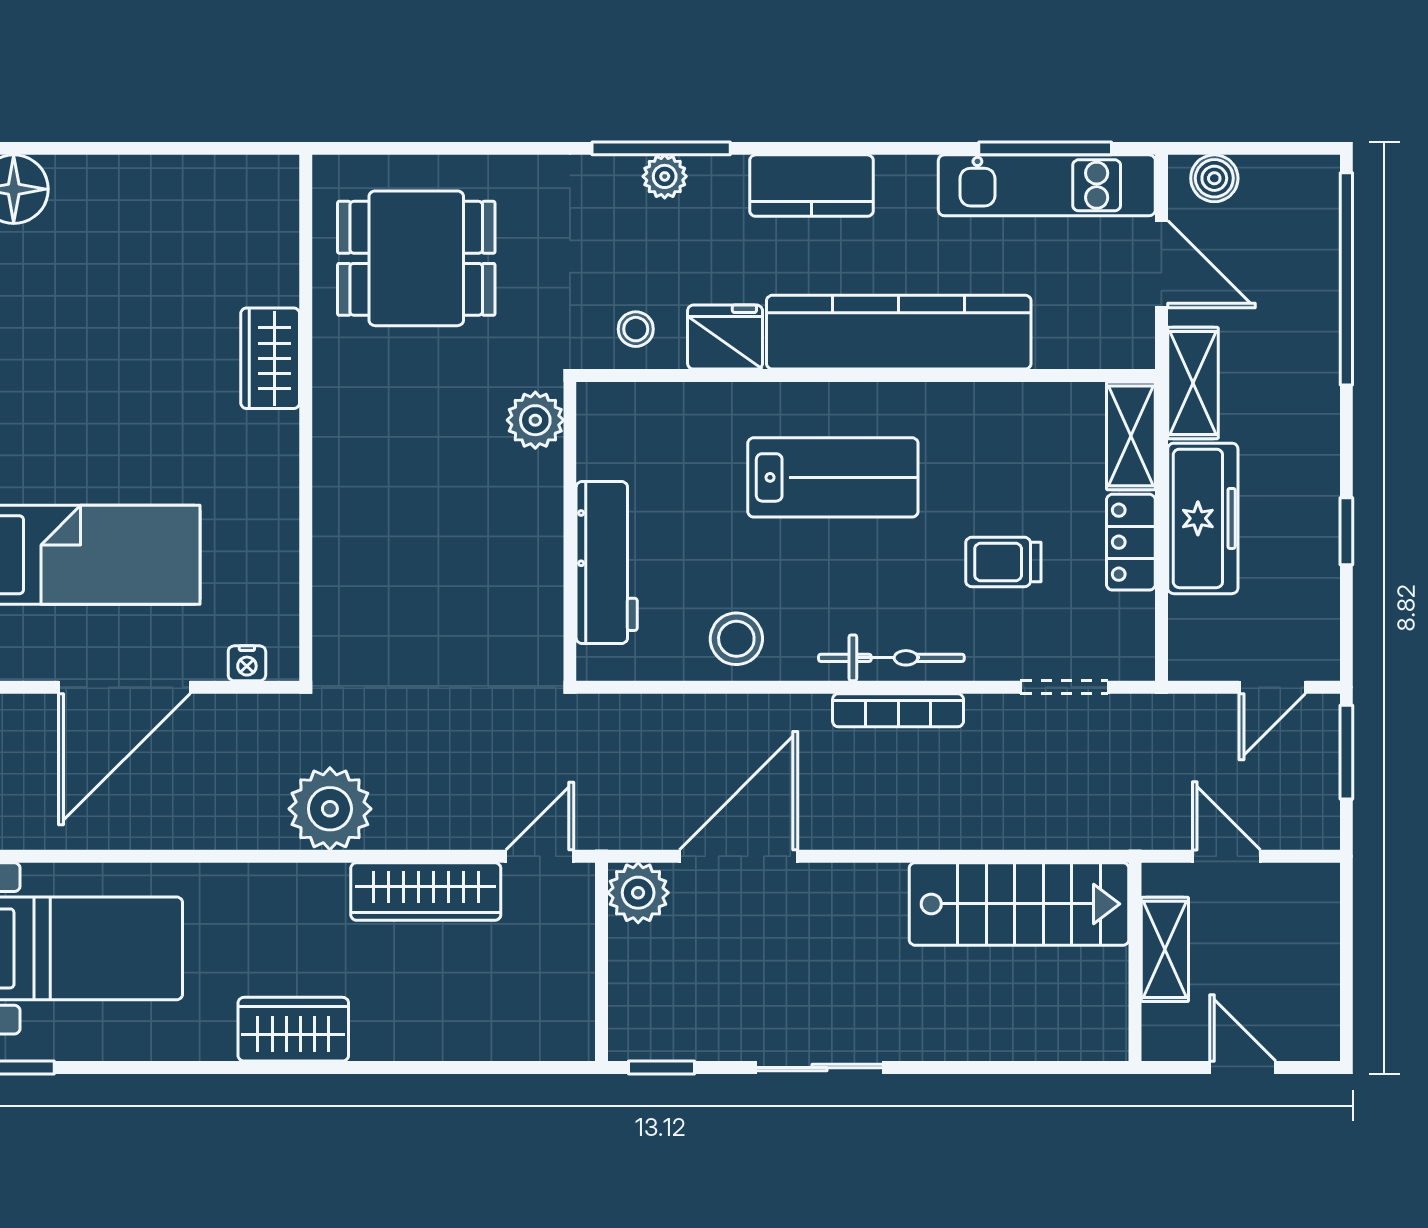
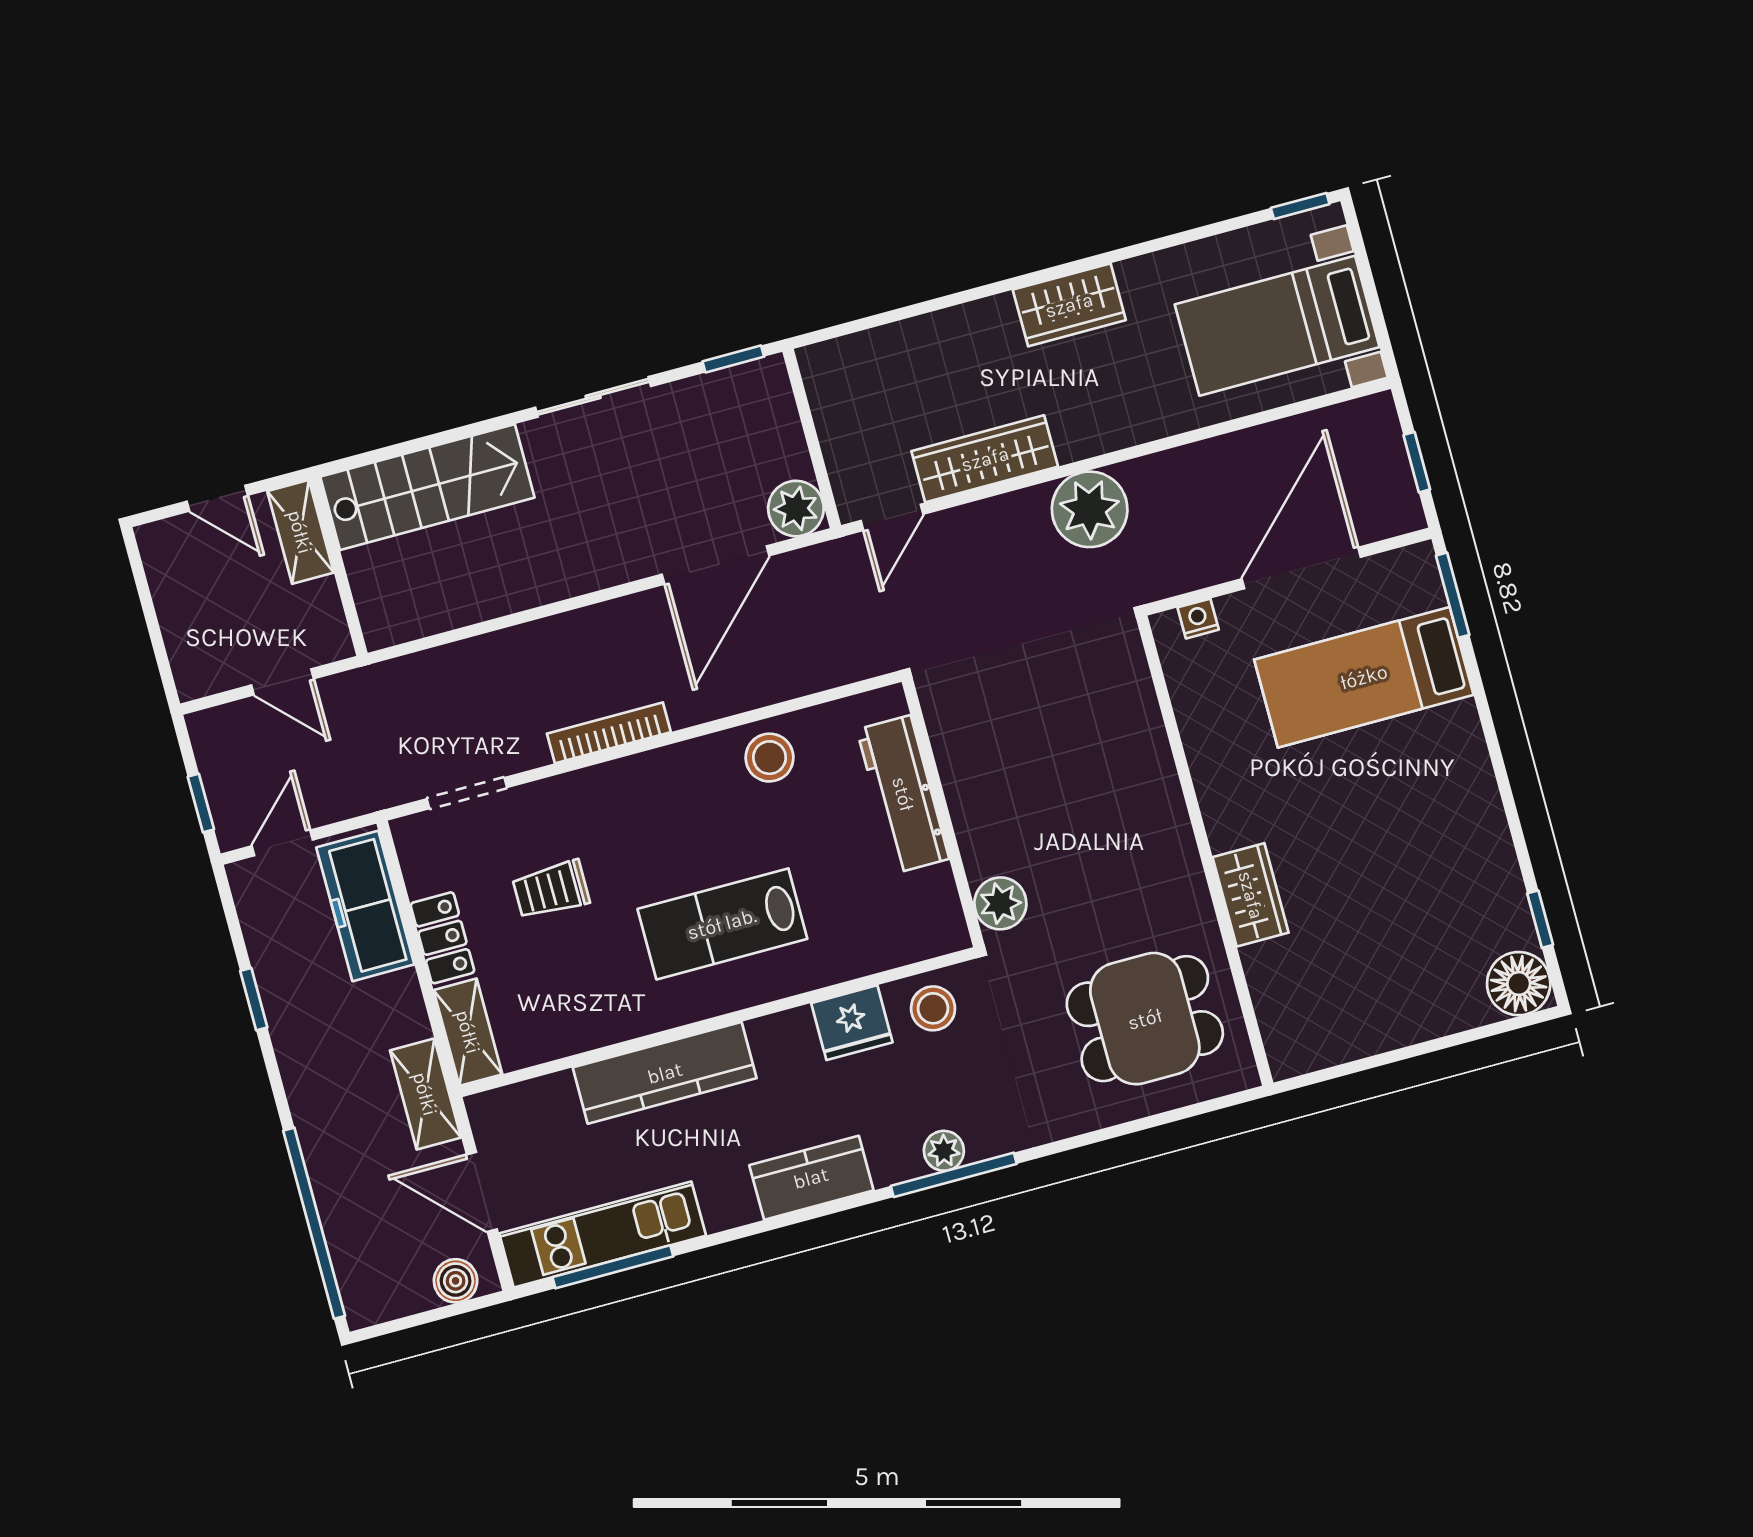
stool: (636, 329) -> (933, 1008), width x1.37, depth x1.37
kitchen counter: (899, 332) -> (665, 1073), width x0.72, depth x0.86
freezer: (1203, 518) -> (365, 906), moved
trolley: (1003, 562) -> (551, 890), turned 180
bicycle: (891, 658) -> (627, 778), removed
window: (1346, 752) -> (201, 803), width x0.67
stairs: (1019, 904) -> (427, 487), moved, turned 180
shelving: (1165, 949) -> (300, 532), moved

